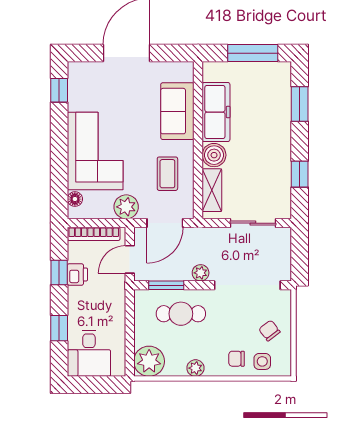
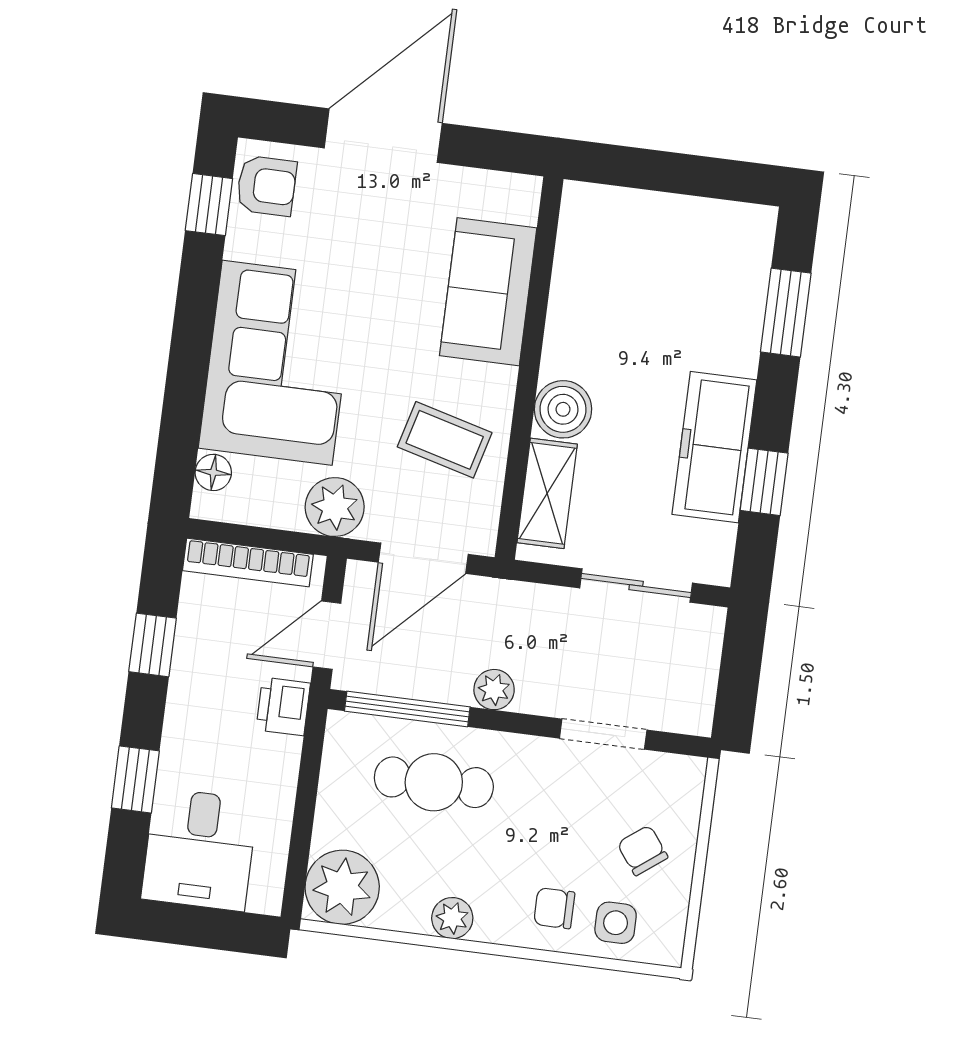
window: (253, 53) -> (688, 175), removed
armchair: (82, 80) -> (266, 186), added
freezer: (216, 112) -> (714, 447), moved, turned 180
coffee table: (167, 174) -> (445, 440), turned -75
printer: (77, 274) -> (283, 706), moved, turned 180
window: (166, 285) -> (407, 709), width x1.44
doorway: (247, 285) -> (603, 734), width x0.53

